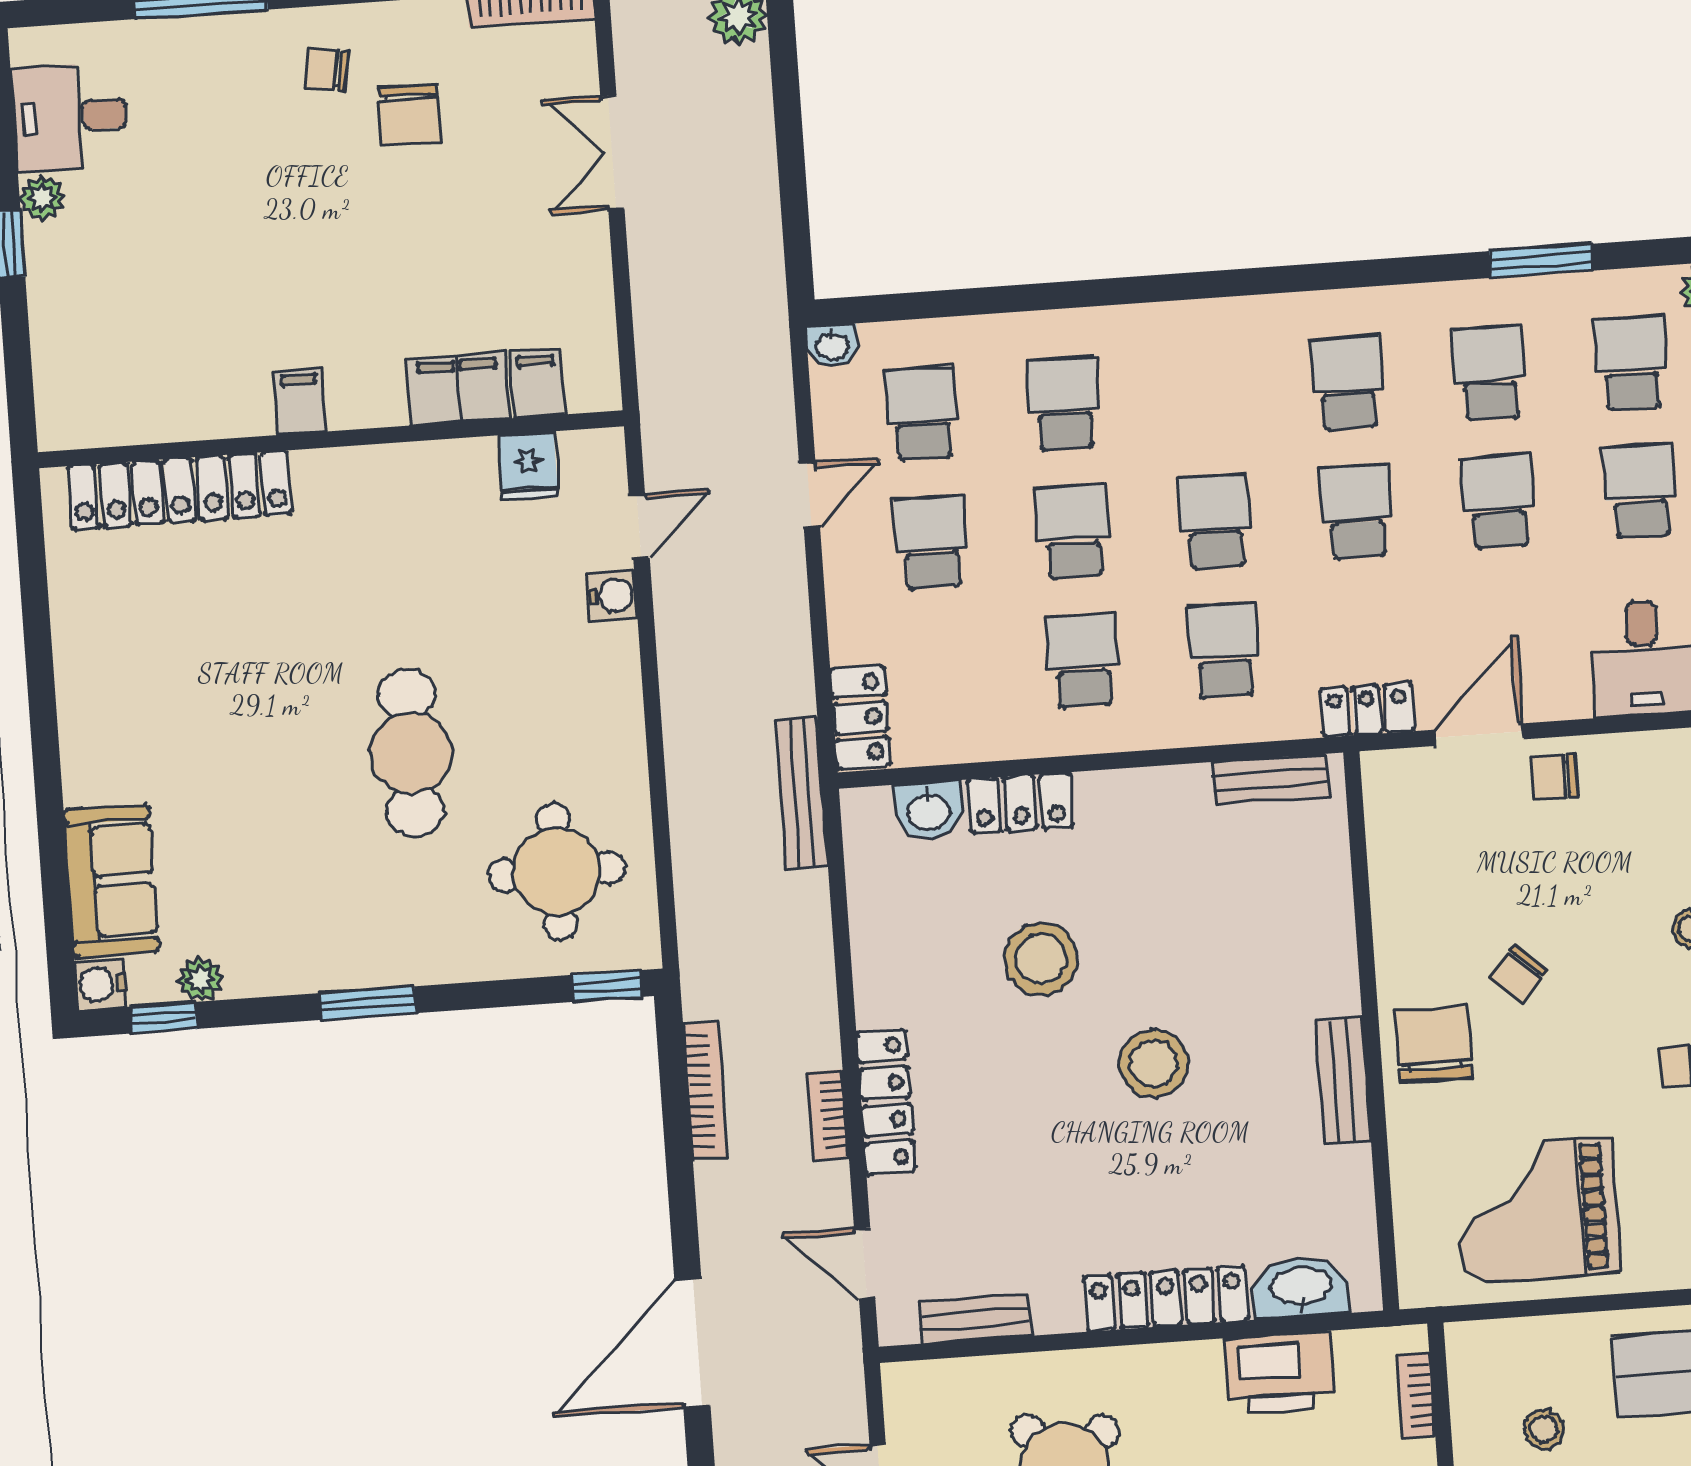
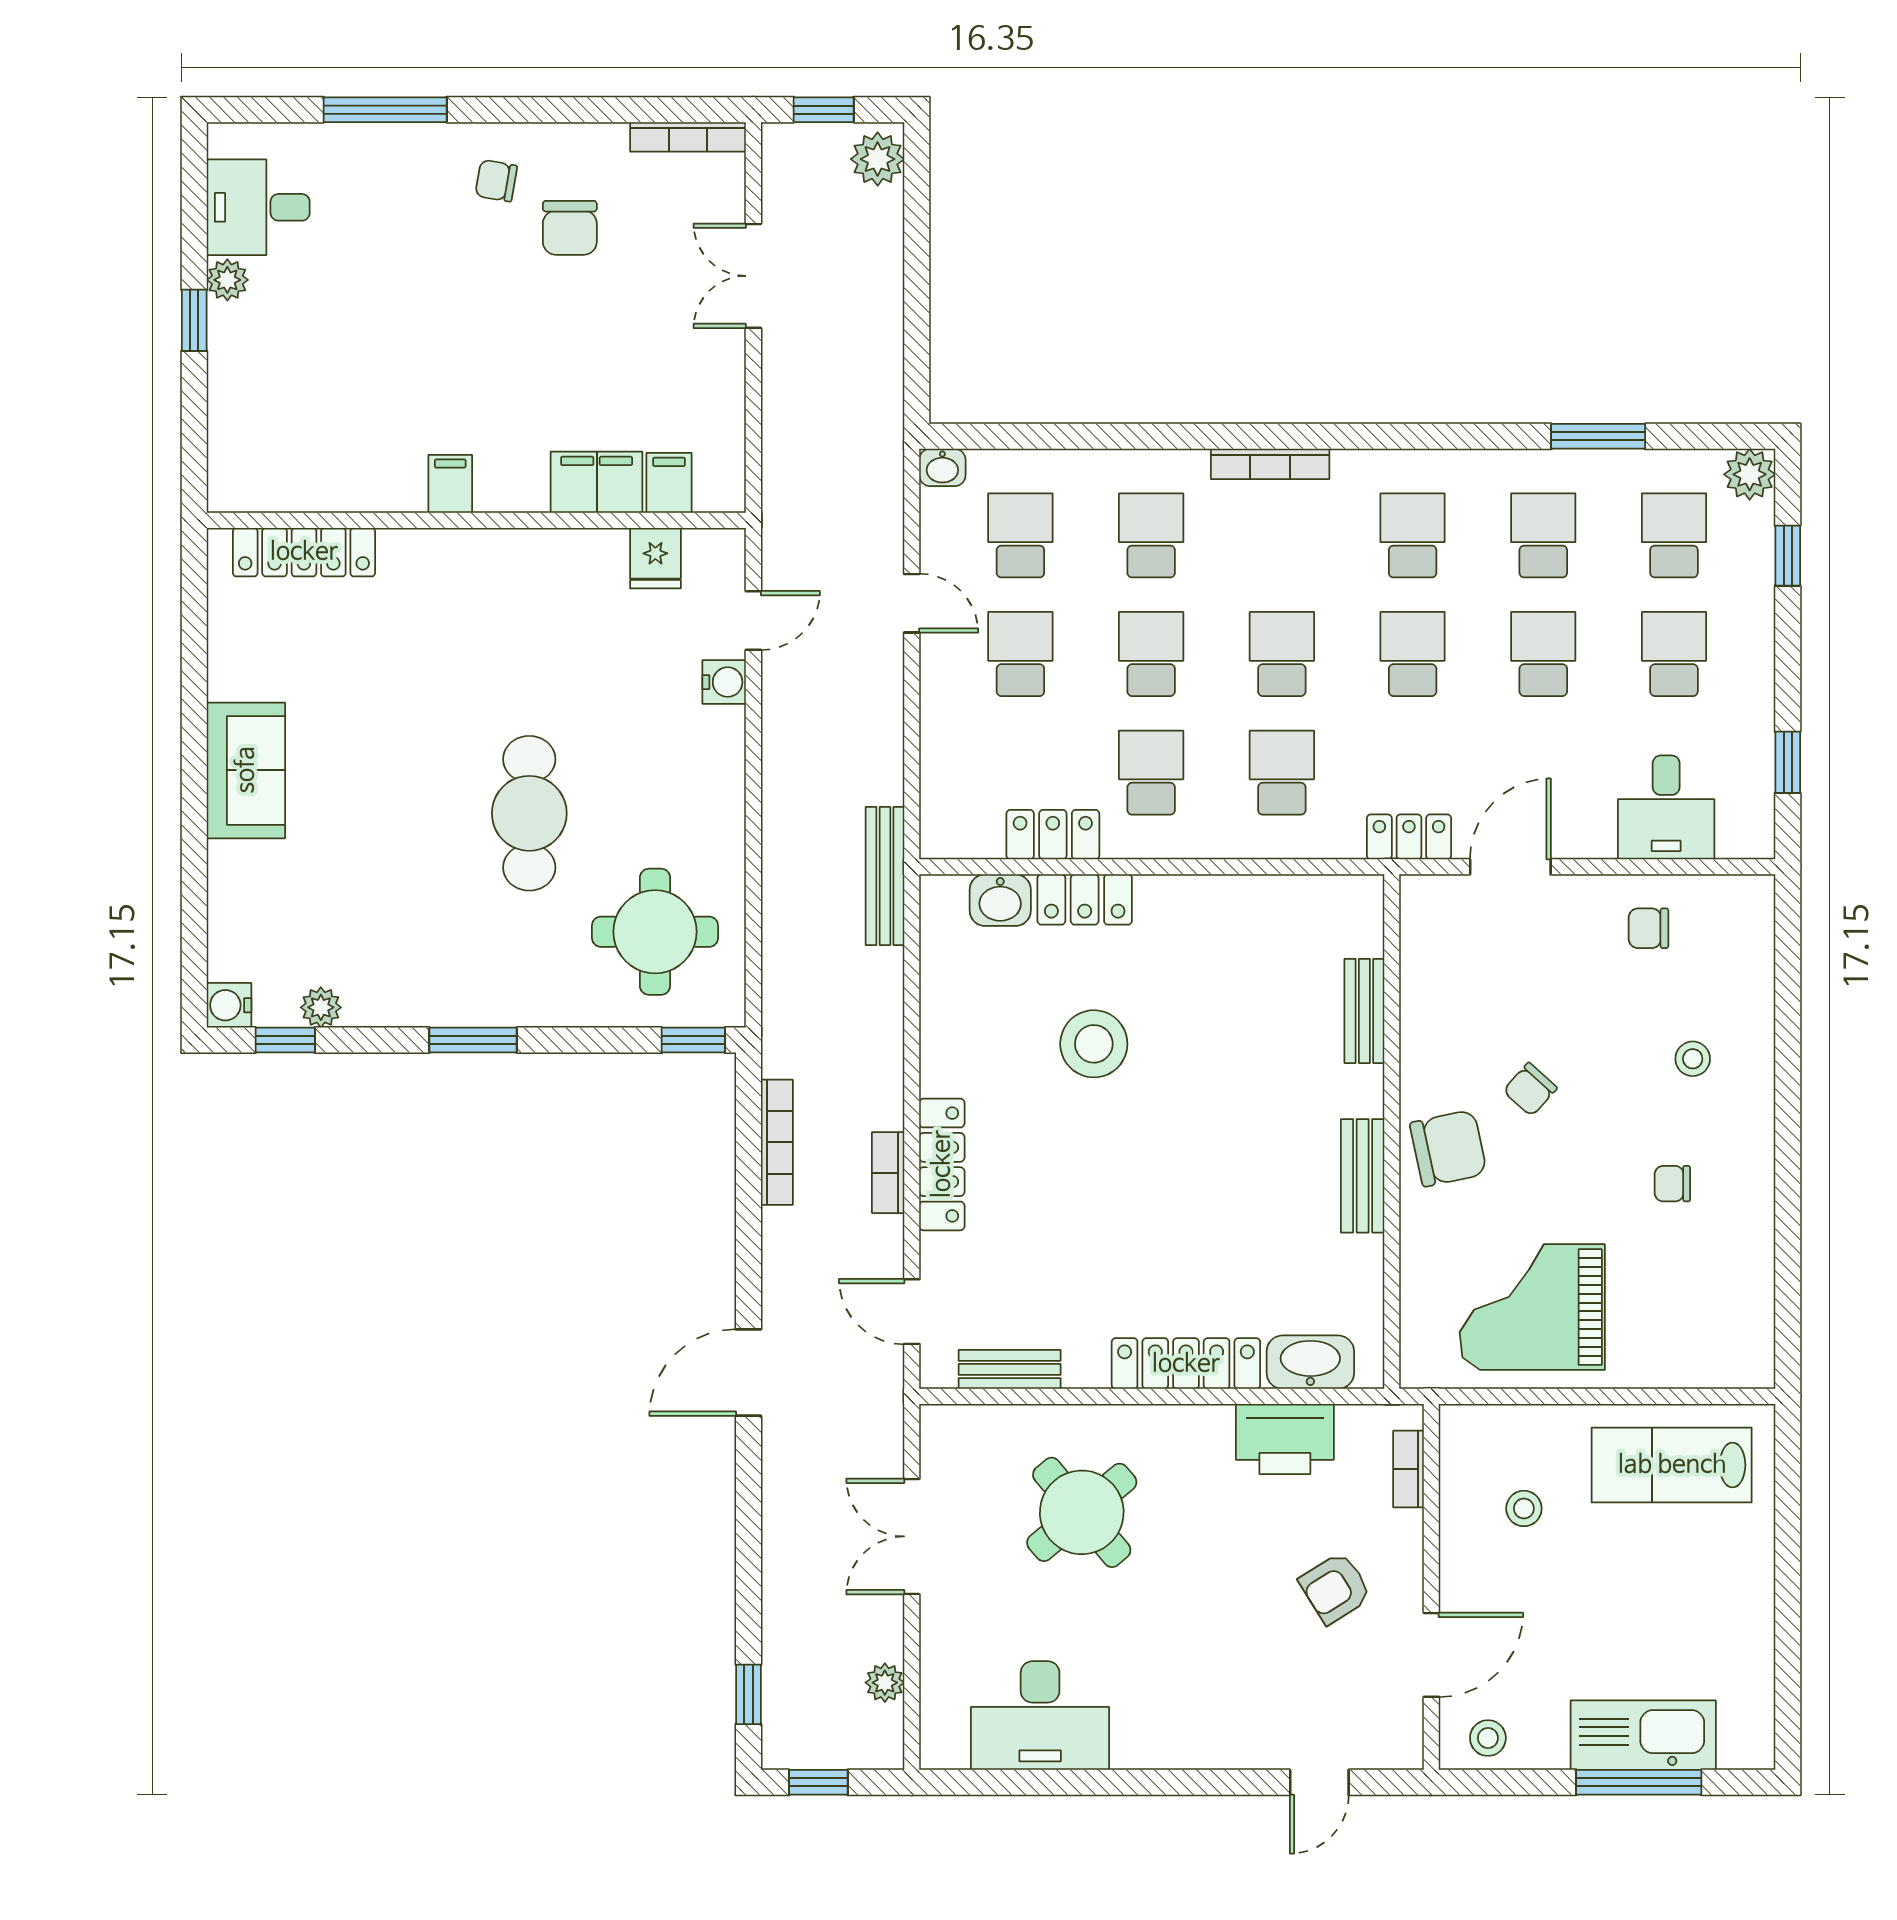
bookcase: (1187, 316) -> (1270, 464), added
locker: (180, 490) -> (304, 552), width x0.71, depth x0.83
door: (810, 495) -> (912, 603), hinge flipped
locker: (861, 717) -> (1053, 835), moved, turned -90
chair: (1554, 777) -> (1649, 928), moved
bench: (1271, 779) -> (1364, 1011), moved, turned 90
sofa: (111, 881) -> (246, 770), moved
chair: (1434, 1045) -> (1448, 1148), turned 78
stool: (1153, 1064) -> (1190, 1147), removed
door: (692, 1342) -> (748, 1373), width x0.73

